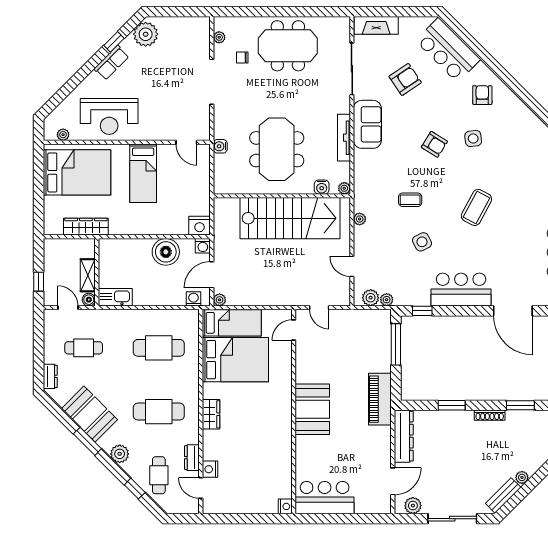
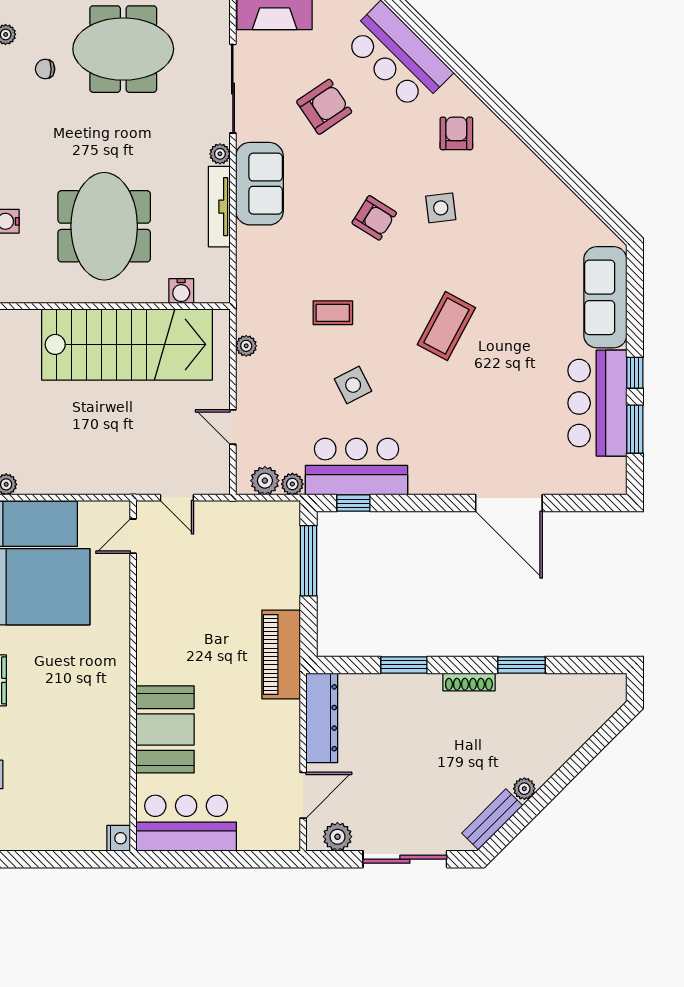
plant: (344, 188) -> (220, 154), moved
bar counter: (461, 290) -> (356, 467), moved
booth: (312, 409) -> (165, 729), moved

